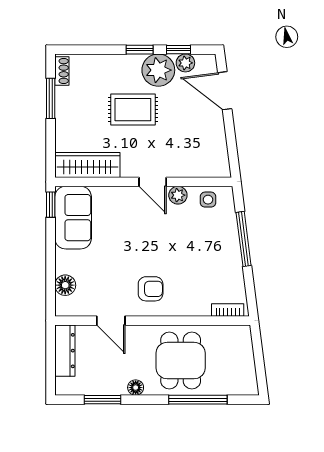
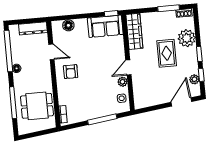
plant: (158, 70) -> (187, 38), moved
door: (111, 321) -> (51, 52), swing flipped
dining table: (181, 361) -> (37, 106), moved
window: (103, 400) -> (8, 51), width x2.11

